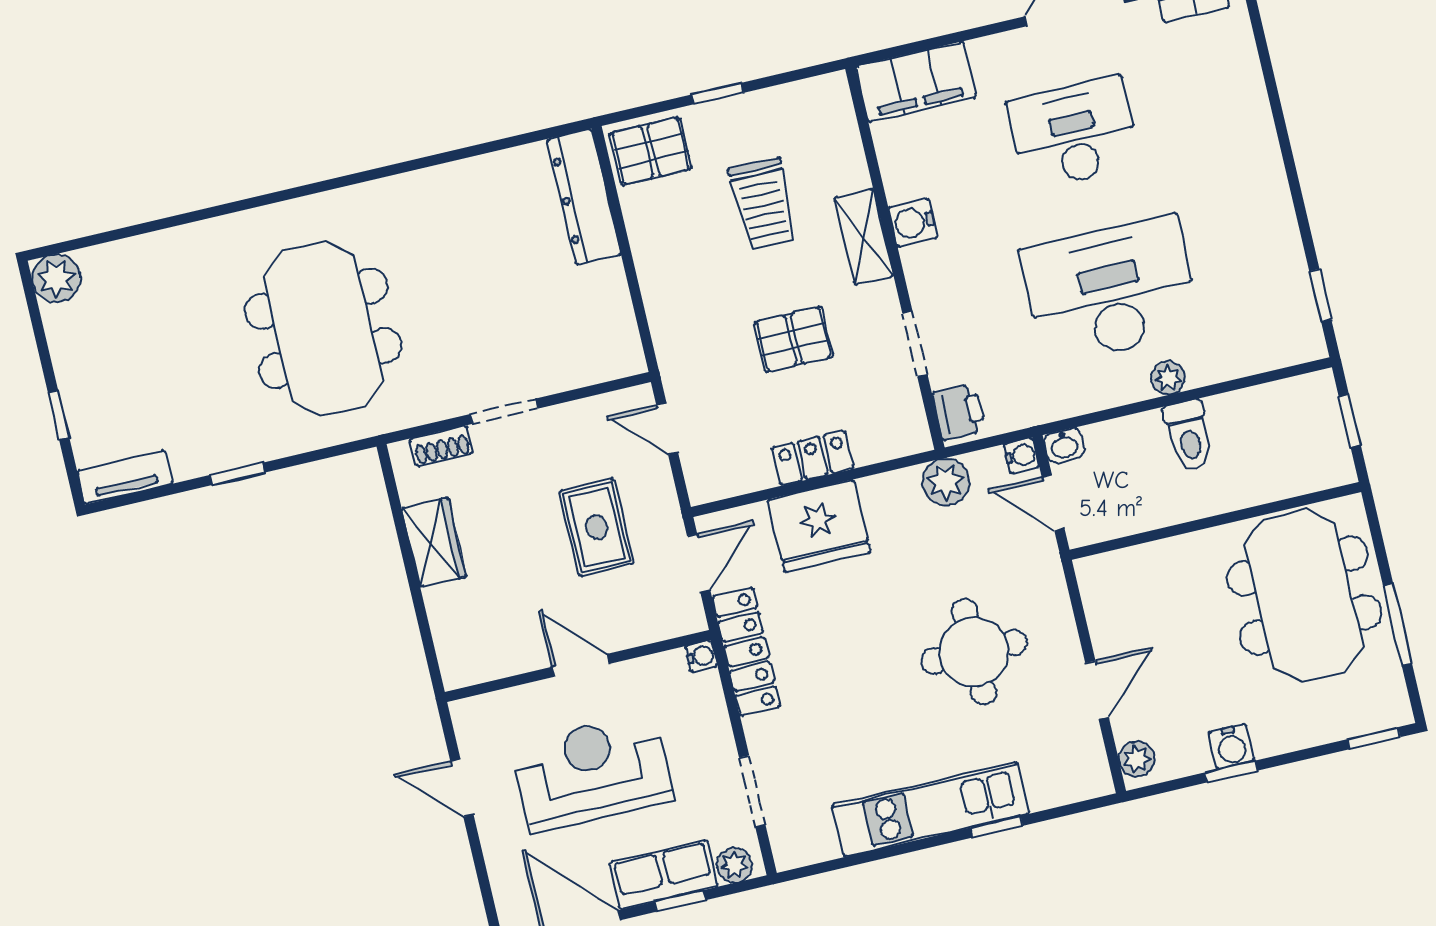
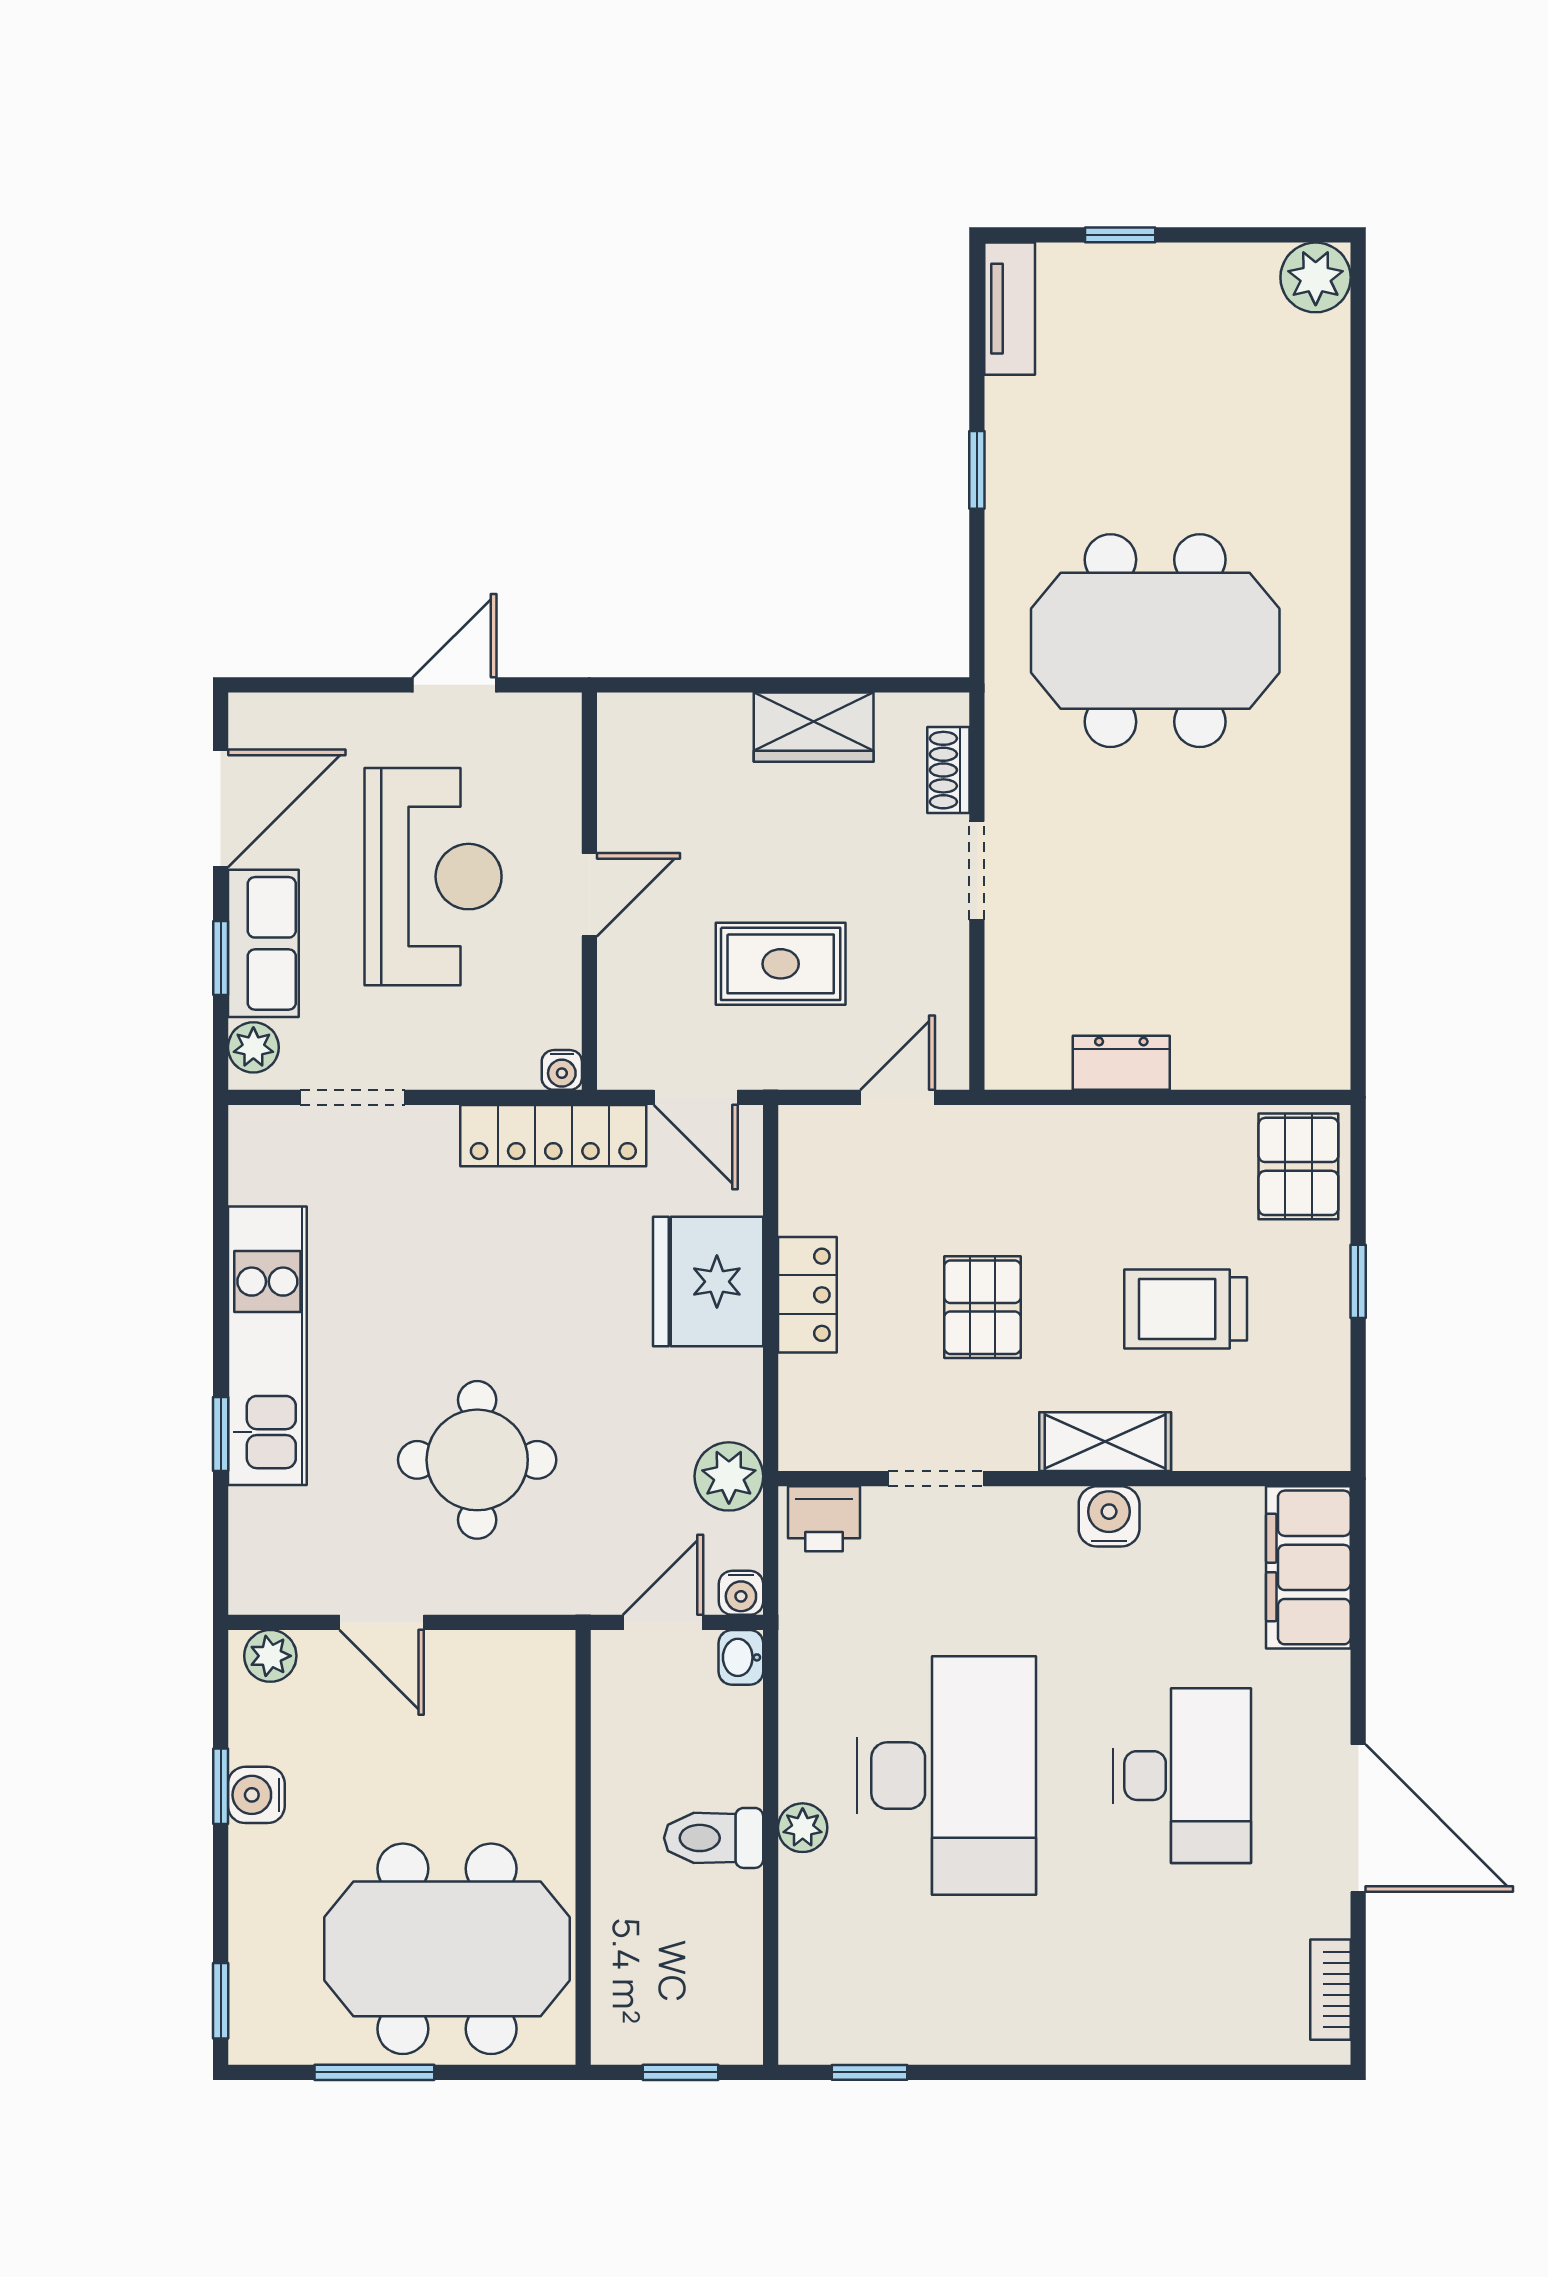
dresser: (584, 197) -> (1121, 1063), moved, width x0.51, depth x0.80

